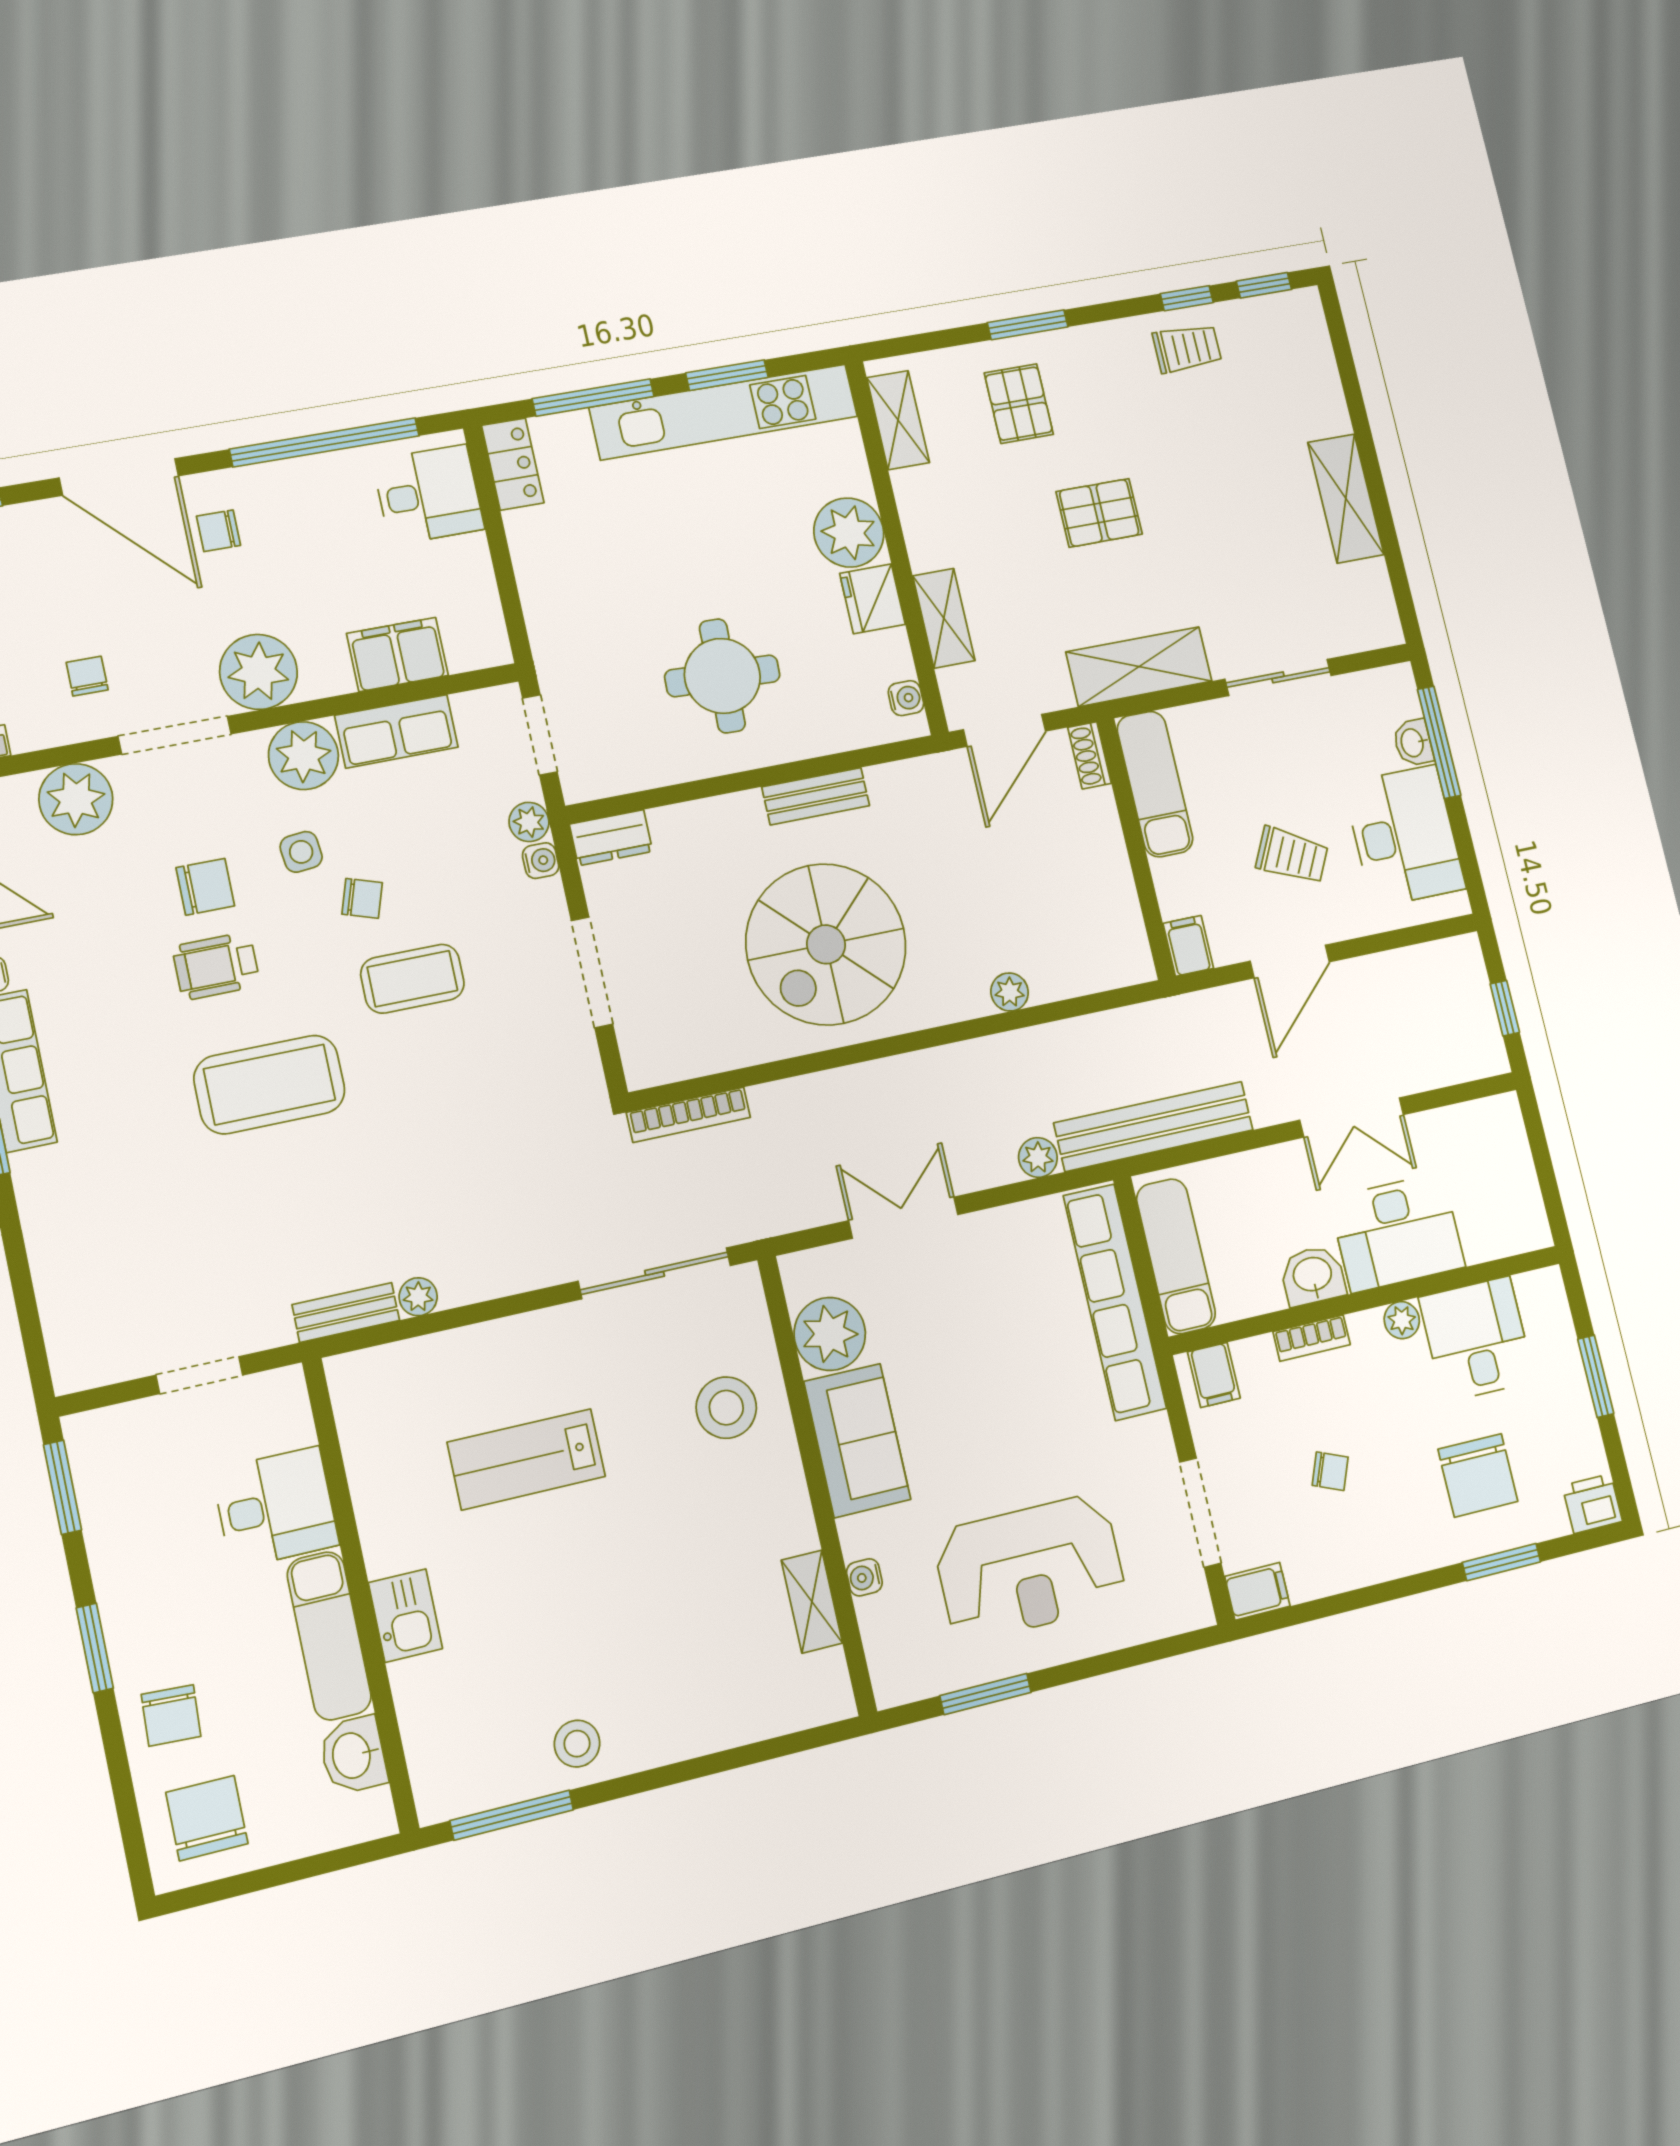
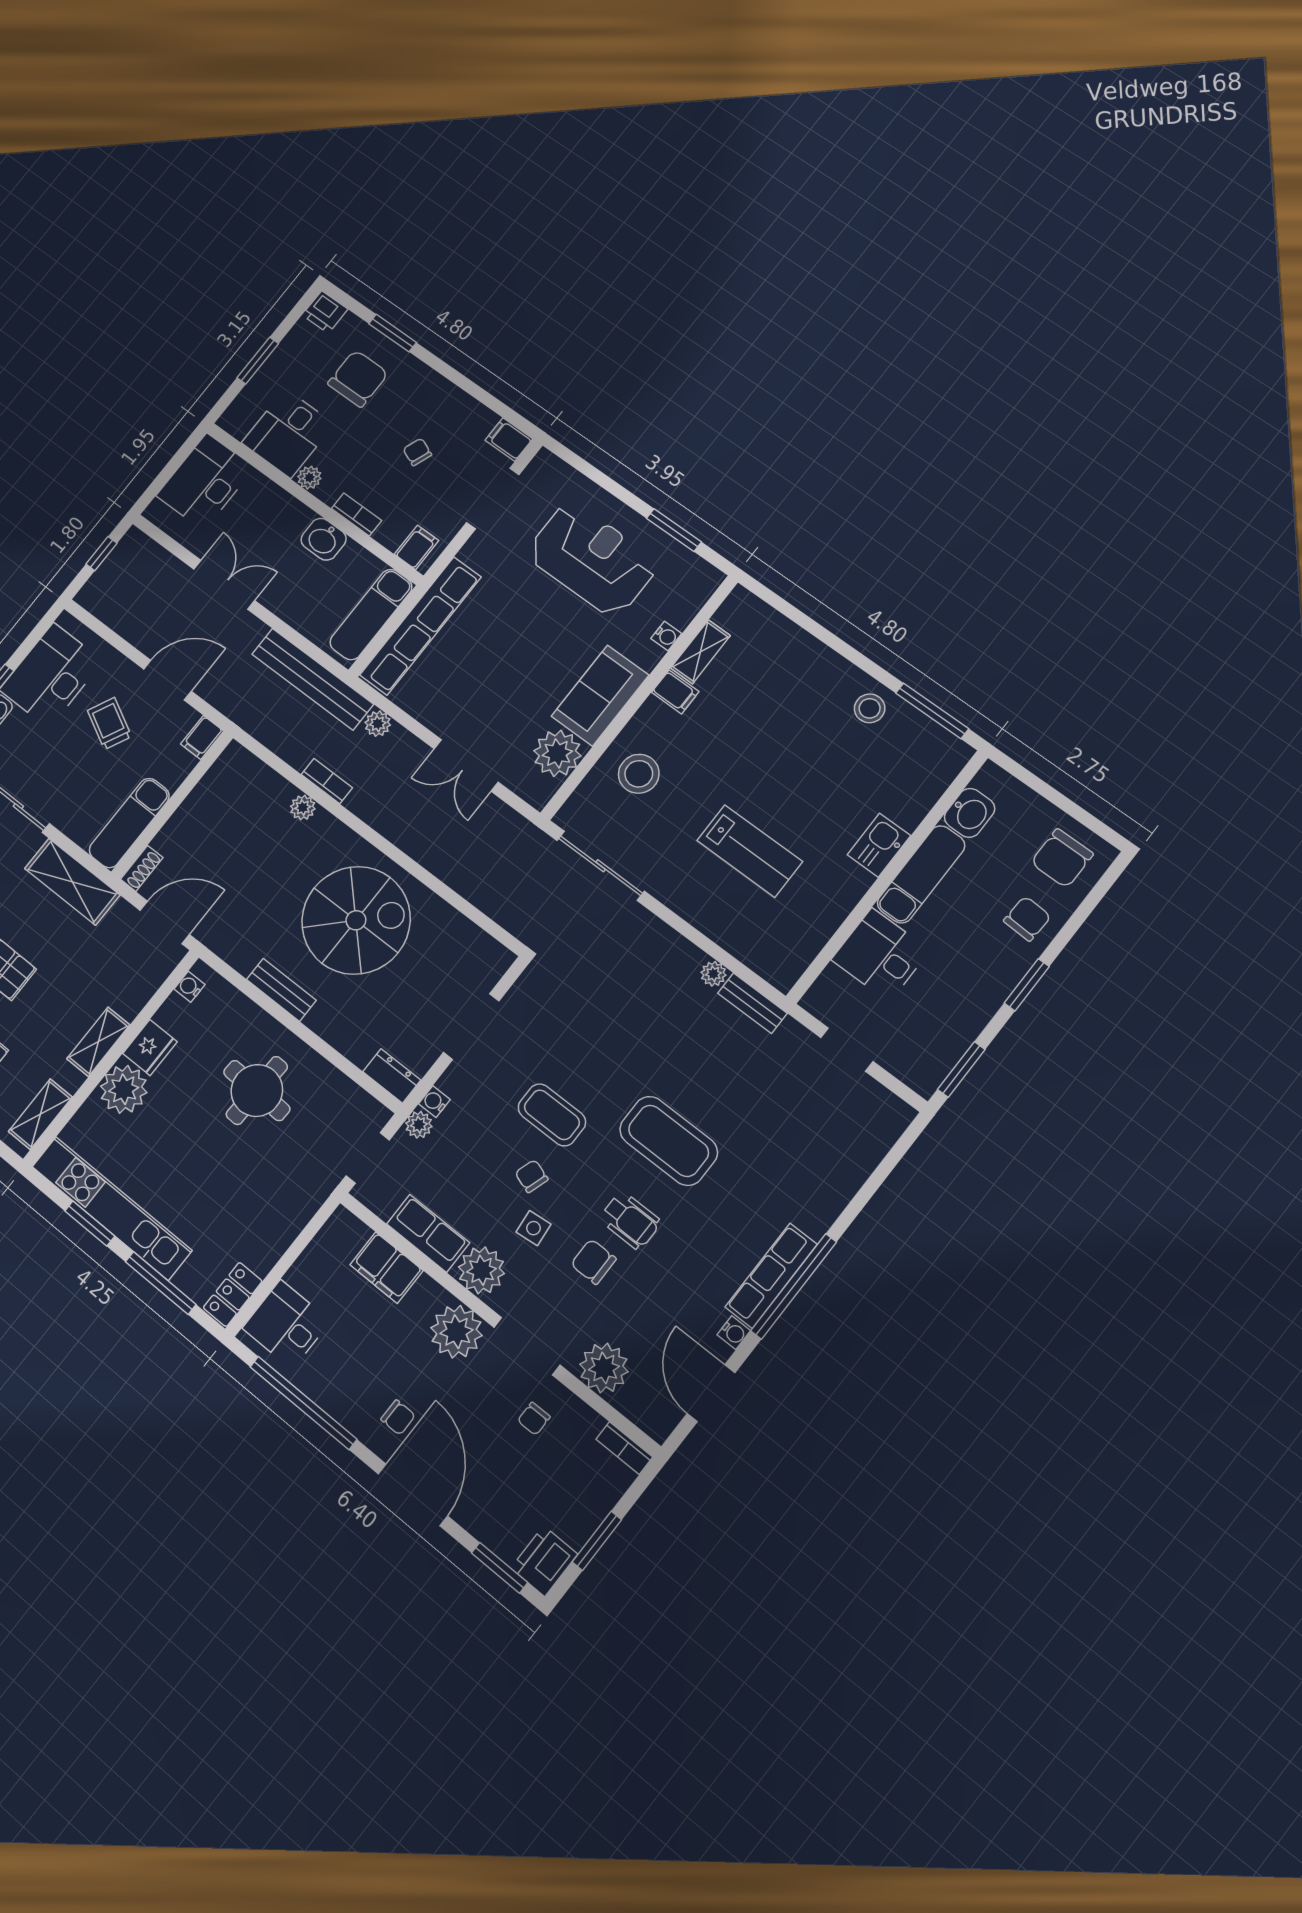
shelving: (944, 618) -> (98, 1042), moved
bookcase: (689, 1115) -> (327, 781), moved, width x0.64
desk: (1397, 1232) -> (205, 482), moved, turned -90
filing cabinet: (788, 1532) -> (675, 692), added

